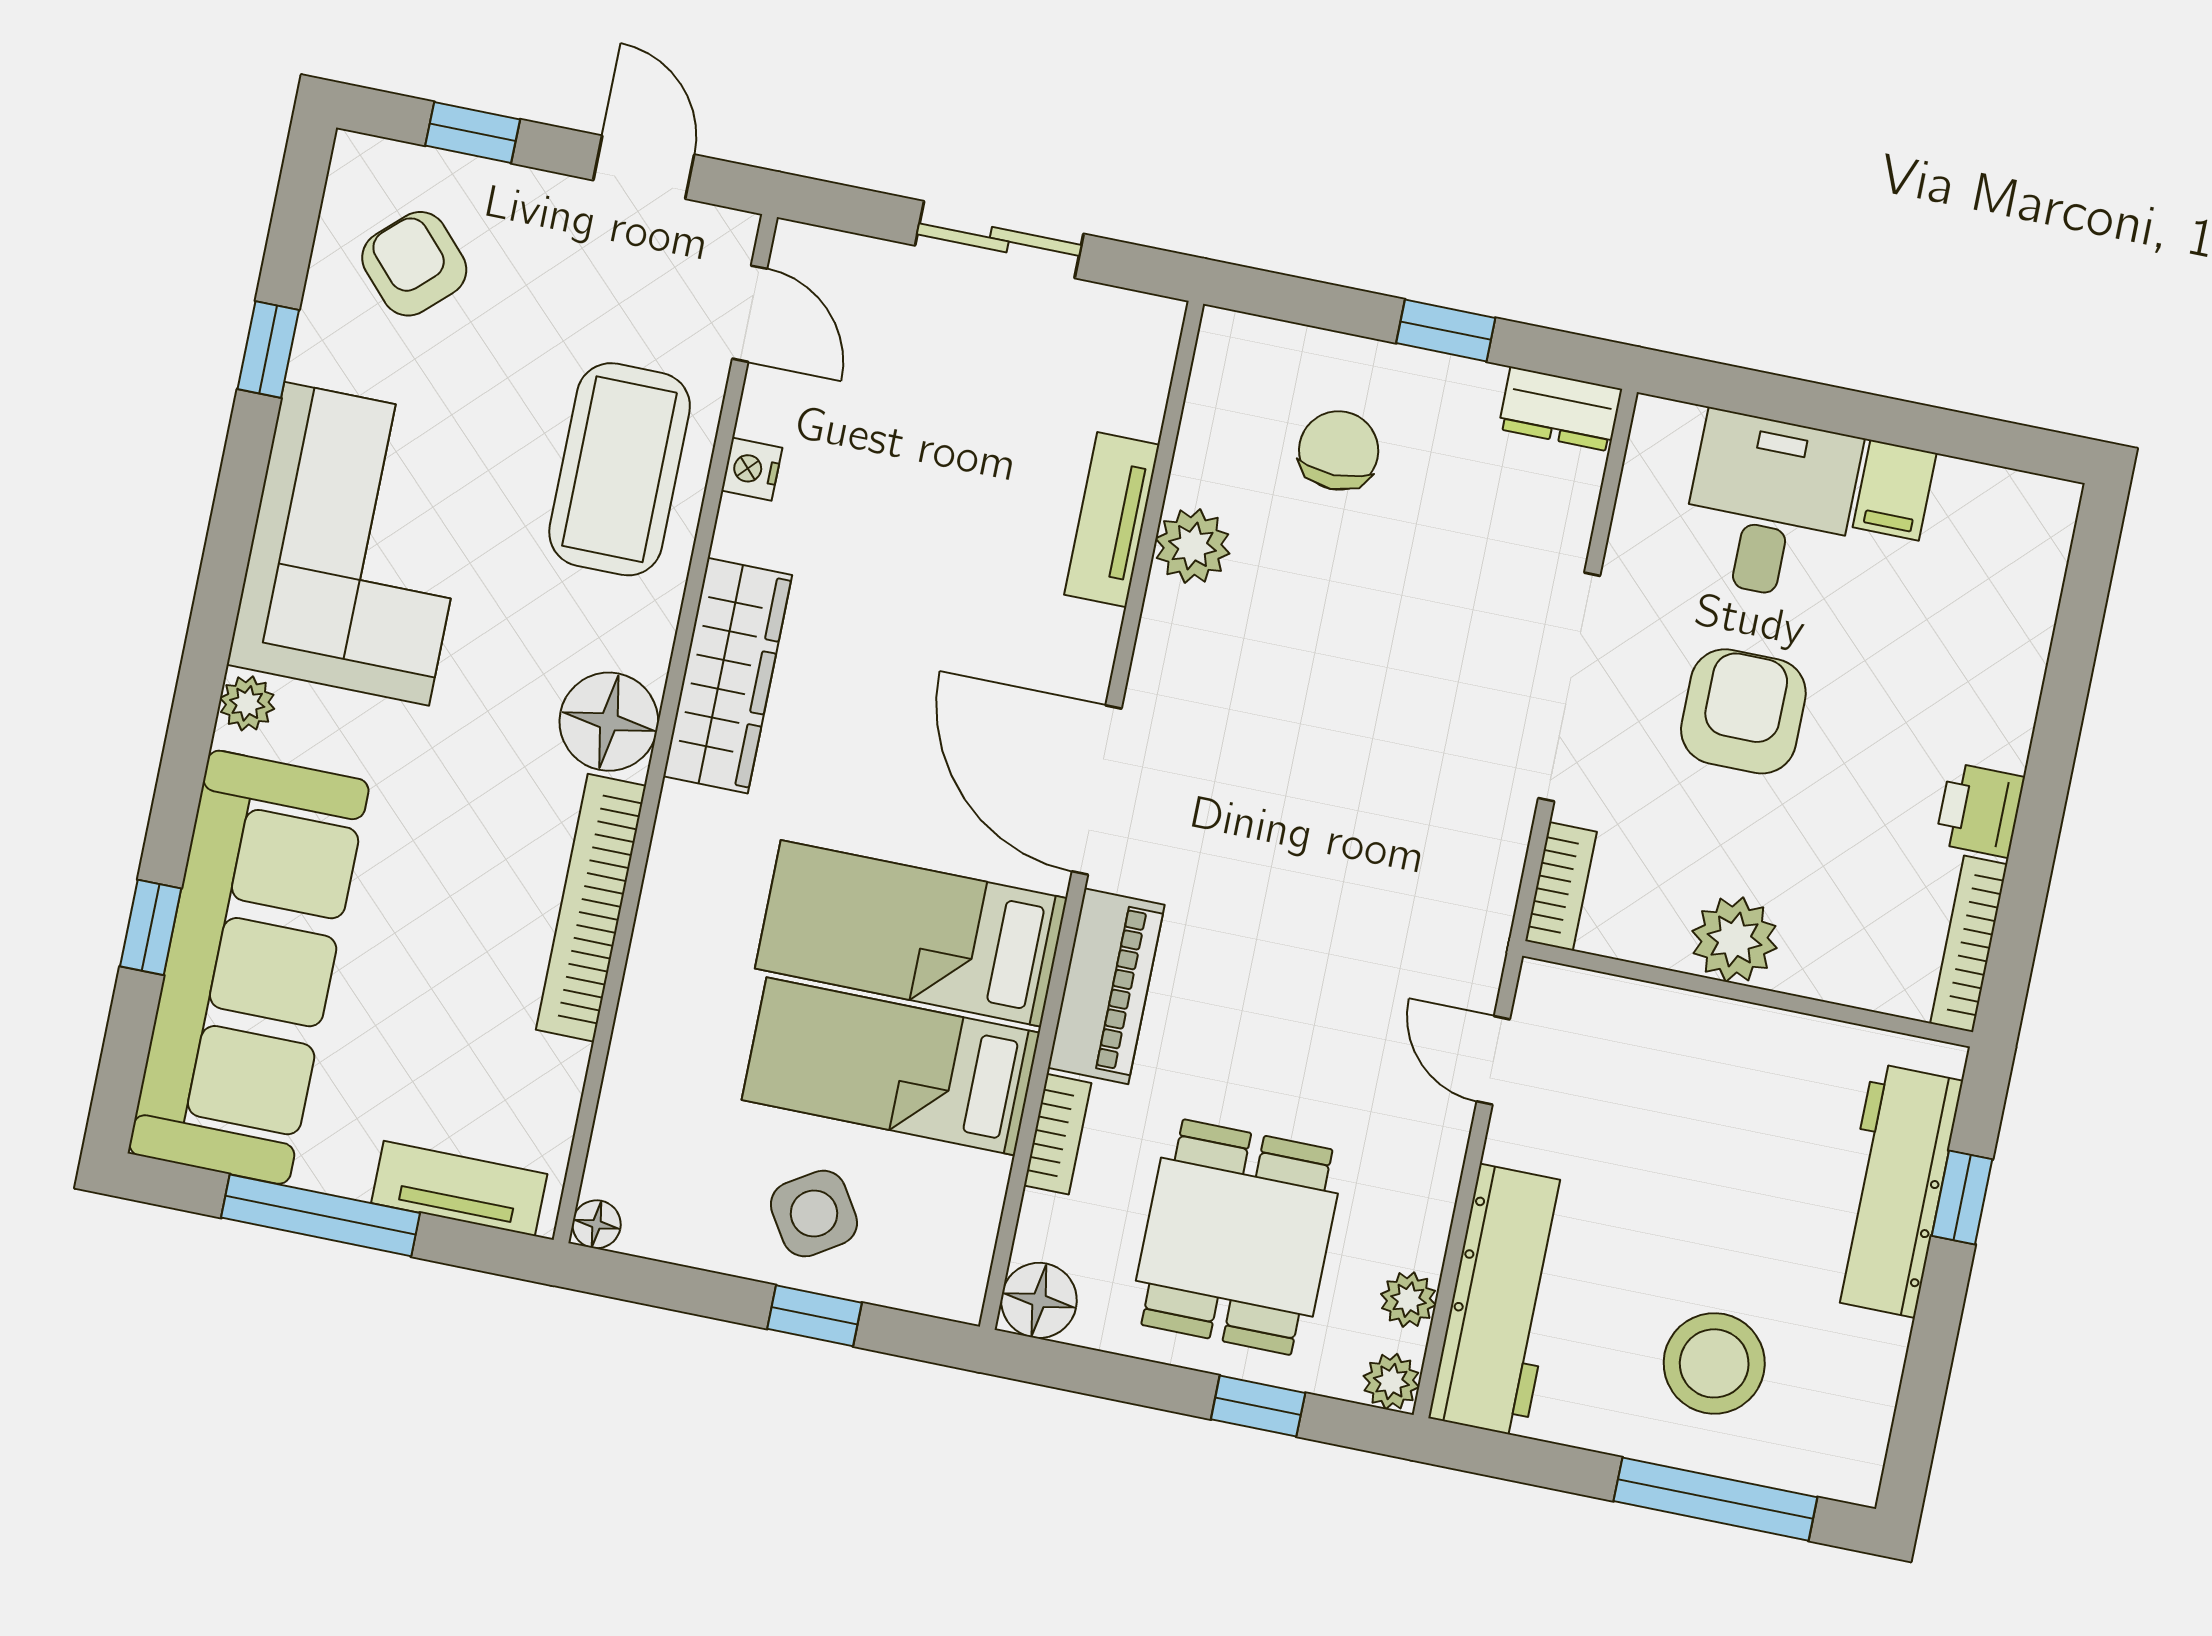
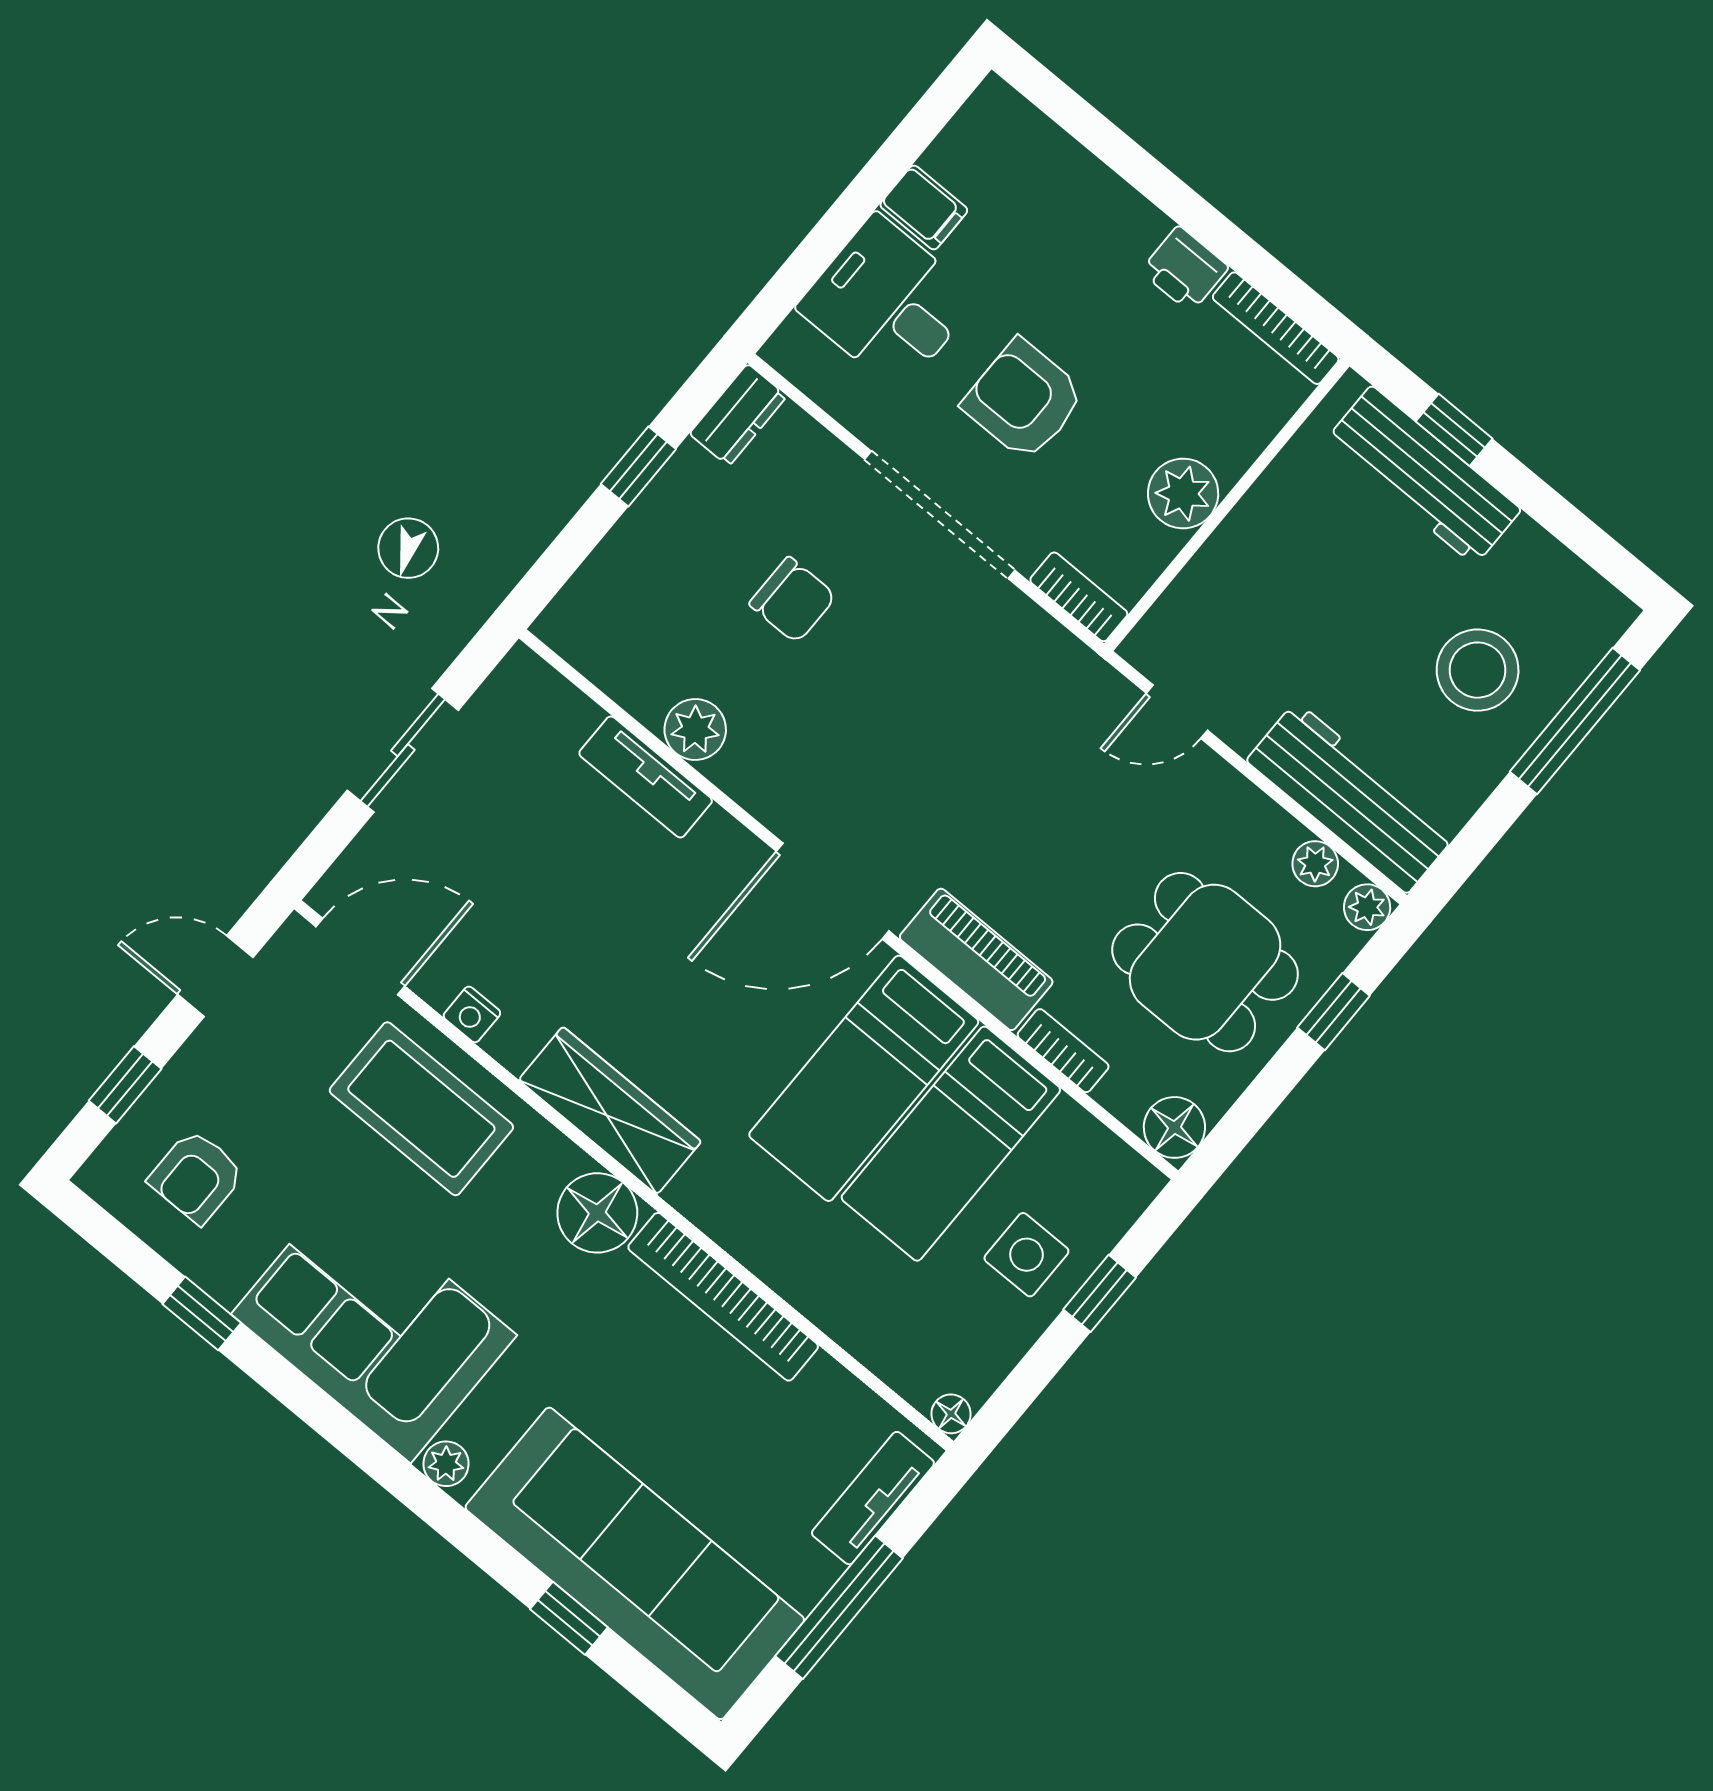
armchair: (414, 264) -> (196, 1177), turned -47
door: (750, 314) -> (360, 956), width x1.38
chair: (1339, 450) -> (793, 600), moved, turned 180
side table: (814, 1214) -> (1026, 1255), turned 32

